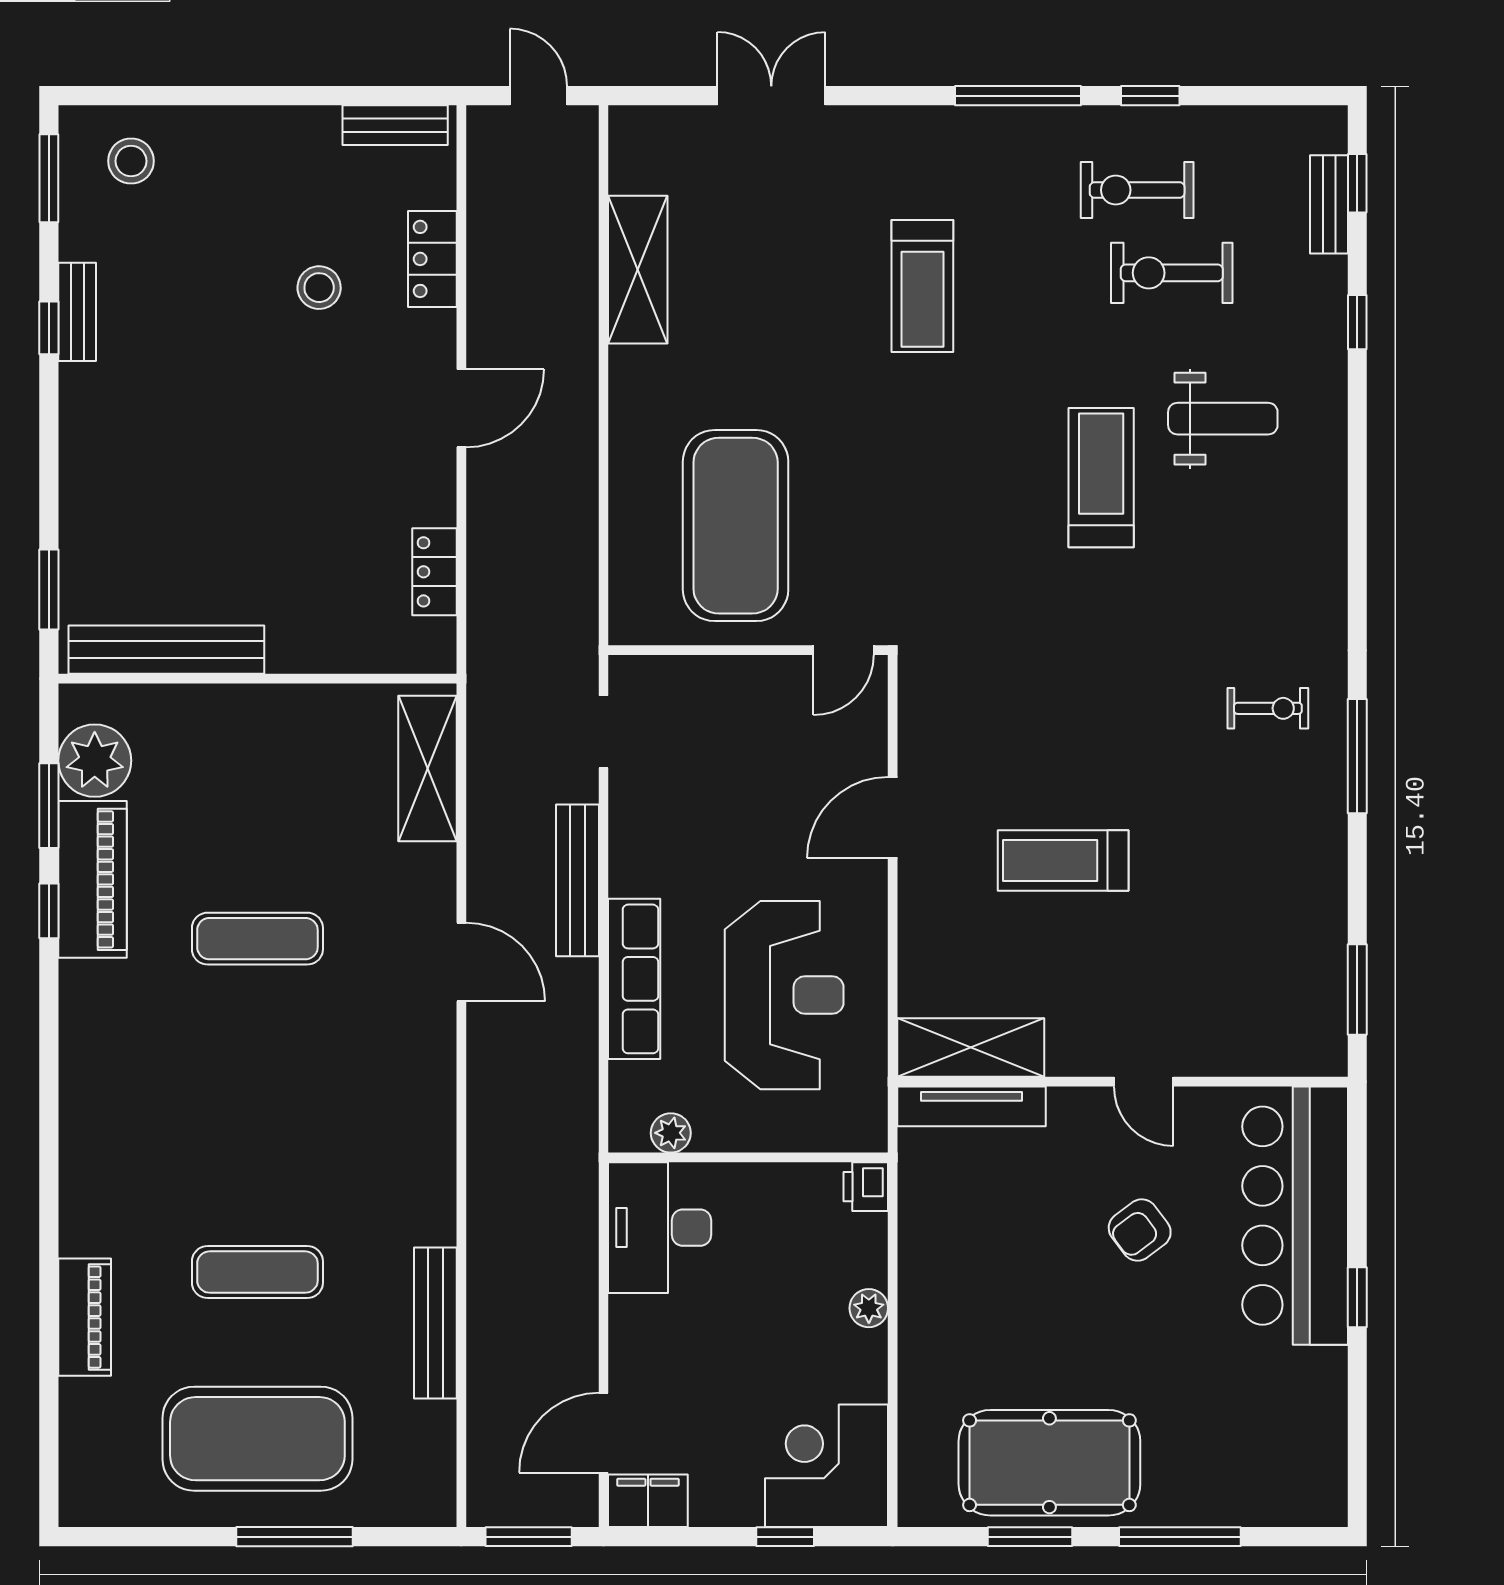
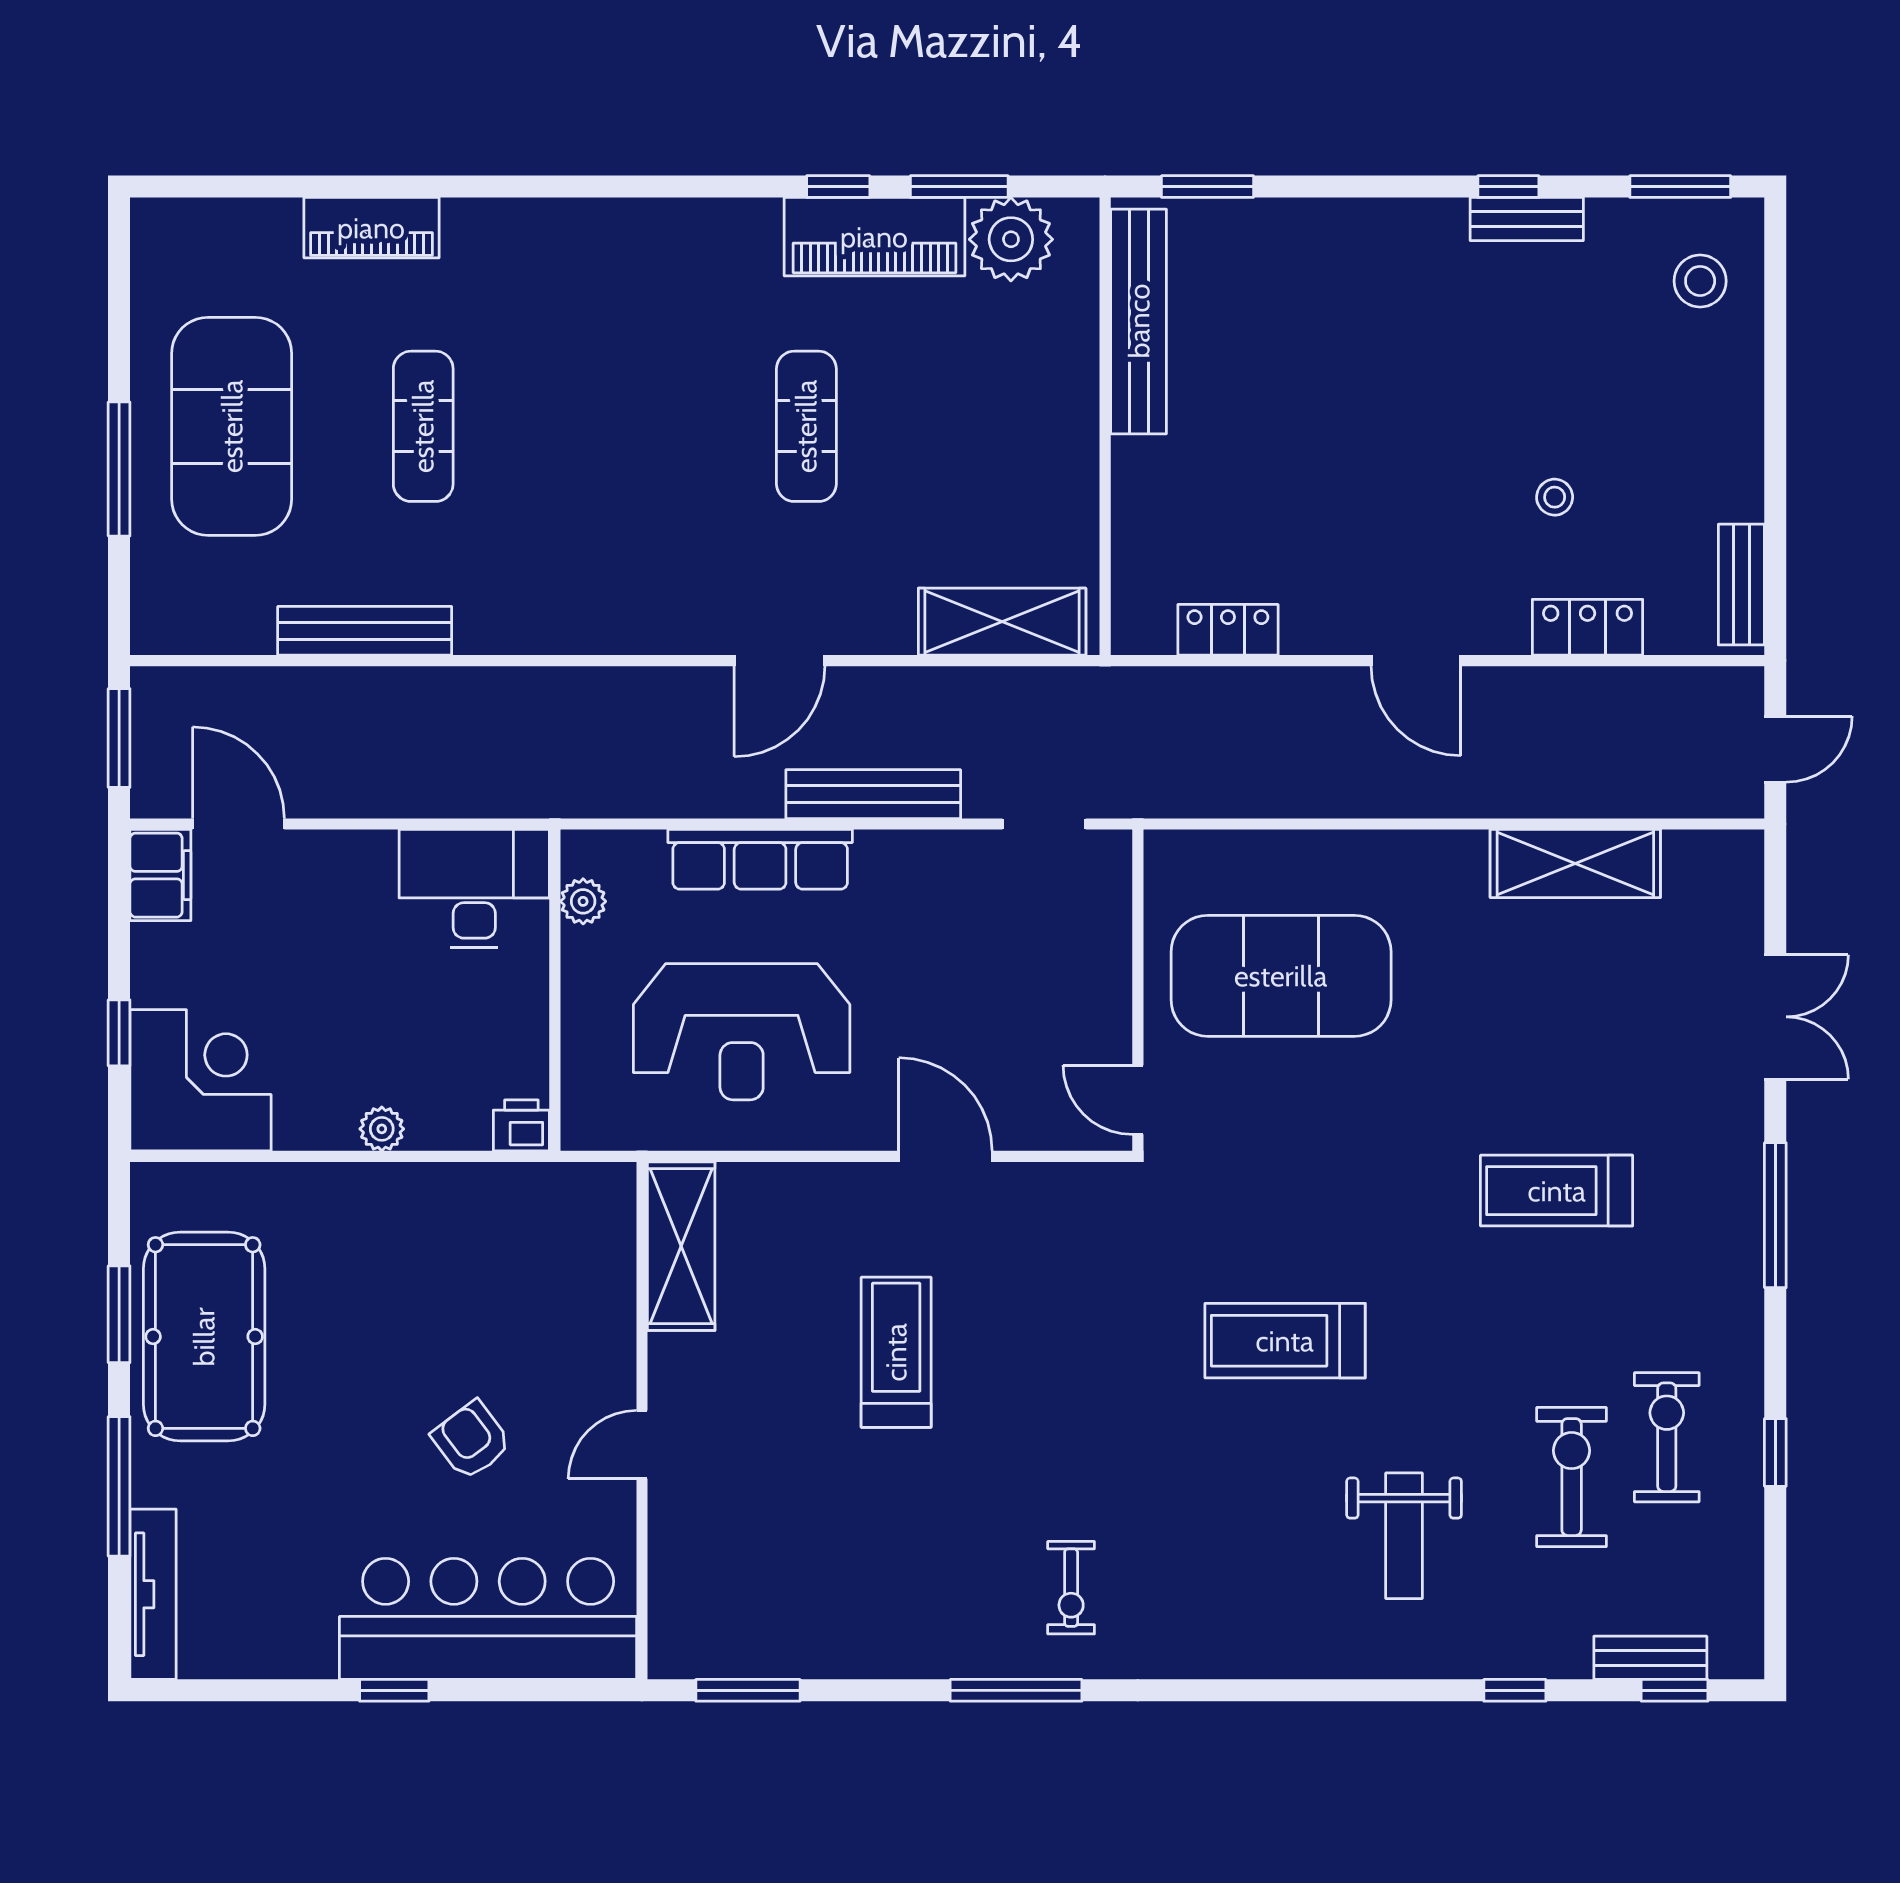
window: (1018, 96) -> (1775, 1215), moved
stool: (319, 288) -> (1555, 497), width x0.73, depth x0.73
treadmill: (1101, 478) -> (1285, 1341), moved, turned 180
tv unit: (971, 1106) -> (153, 1594), moved, turned 180

